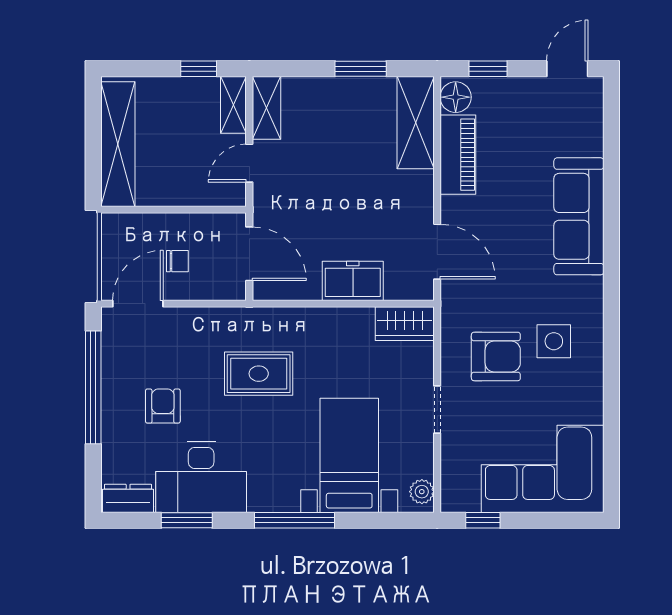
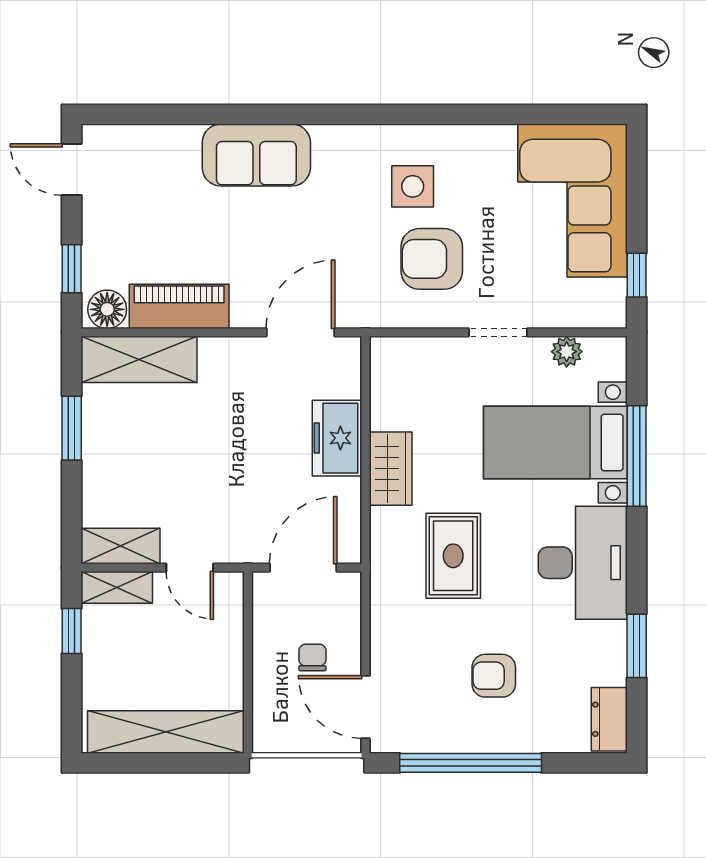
sofa: (579, 216) -> (256, 155), width x0.73
wardrobe: (405, 324) -> (391, 469), moved
armchair: (496, 356) -> (432, 259), turned -90
desk: (201, 477) -> (583, 563), moved
plant: (422, 492) -> (567, 352), moved
window: (294, 520) -> (637, 456), moved

